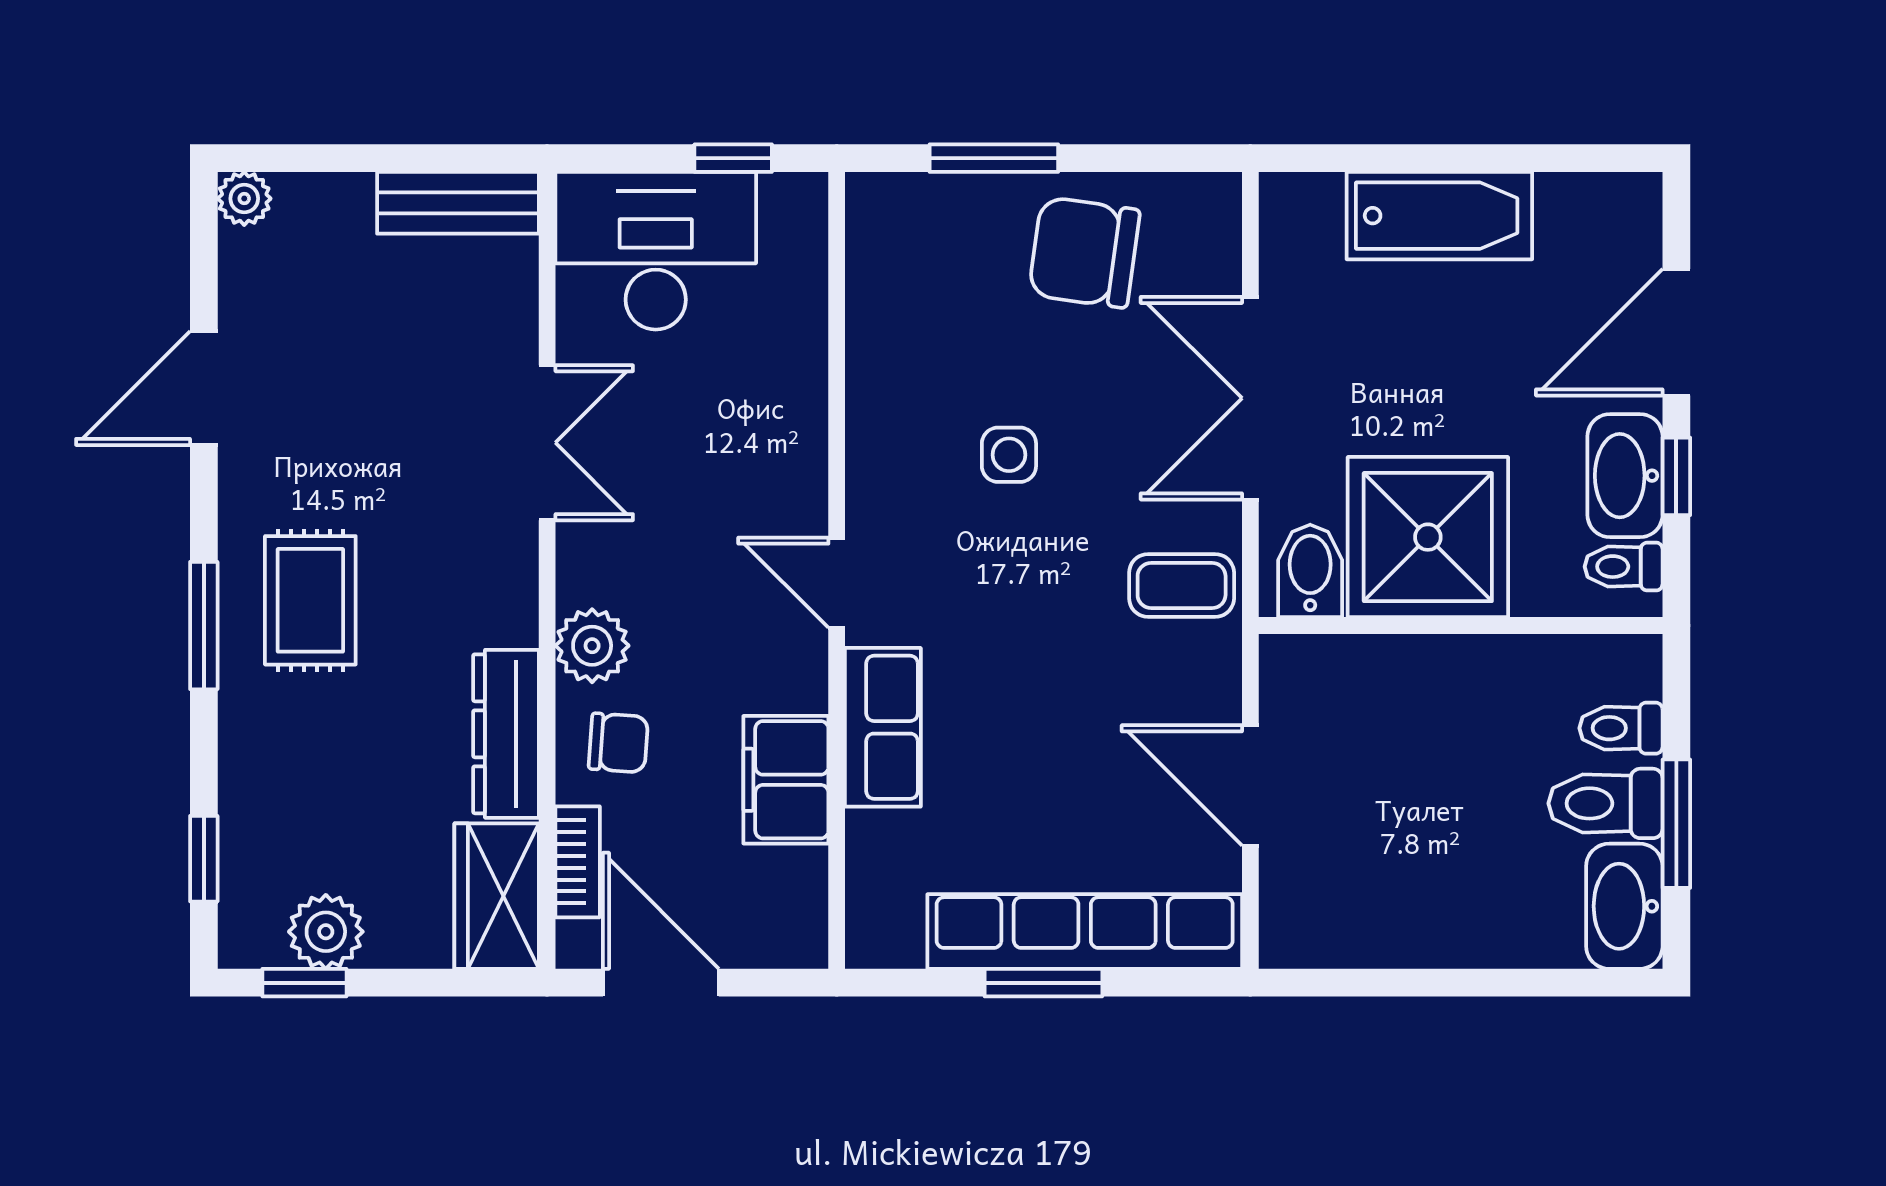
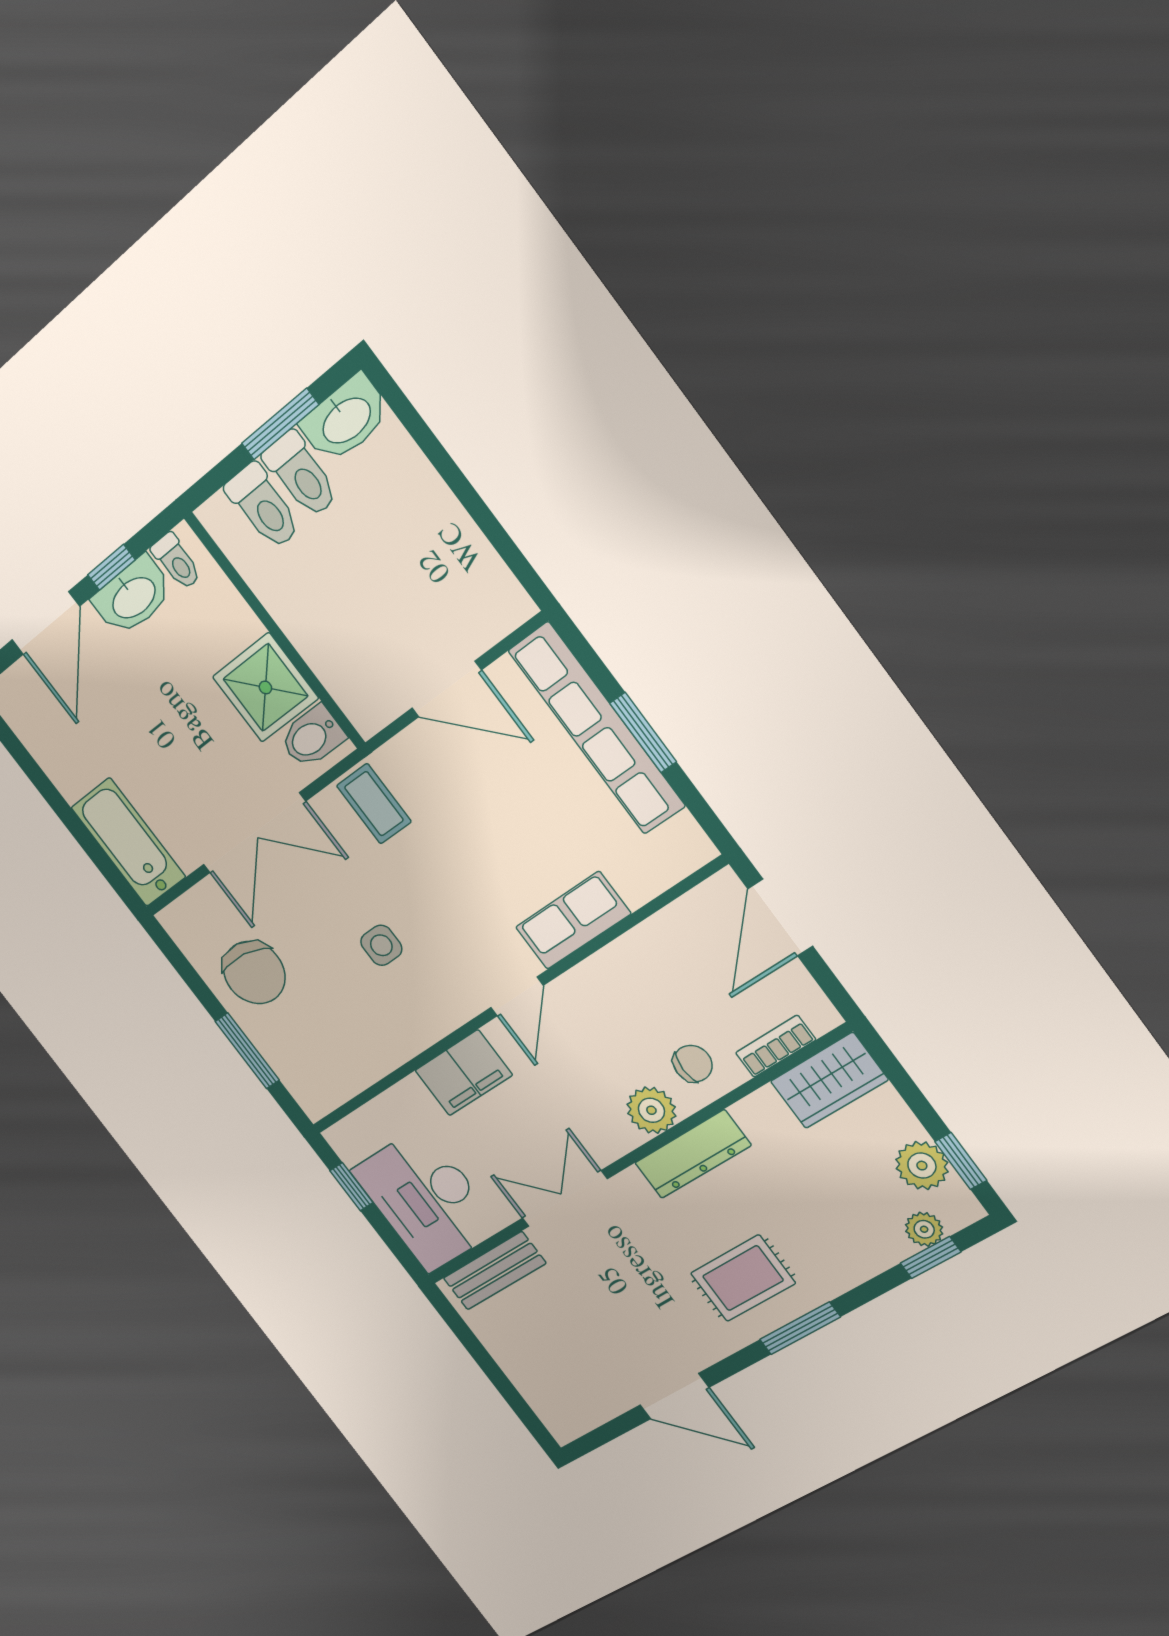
plant: (244, 199) -> (924, 1229), moved
bench: (458, 203) -> (495, 1271), moved, turned 90
bathtub: (1439, 216) -> (128, 842), moved
door: (1676, 332) -> (46, 623), hinge flipped
shower: (1428, 537) -> (265, 687), width x0.73, depth x0.73
toilet: (1621, 728) -> (263, 506), width x1.37, depth x1.39
dresser: (506, 734) -> (693, 1154), moved
chair: (618, 743) -> (693, 1064), turned 86
filing cabinet: (786, 780) -> (464, 1073), moved
door: (1250, 785) -> (447, 689), hinge flipped
door: (661, 983) -> (780, 917), moved

